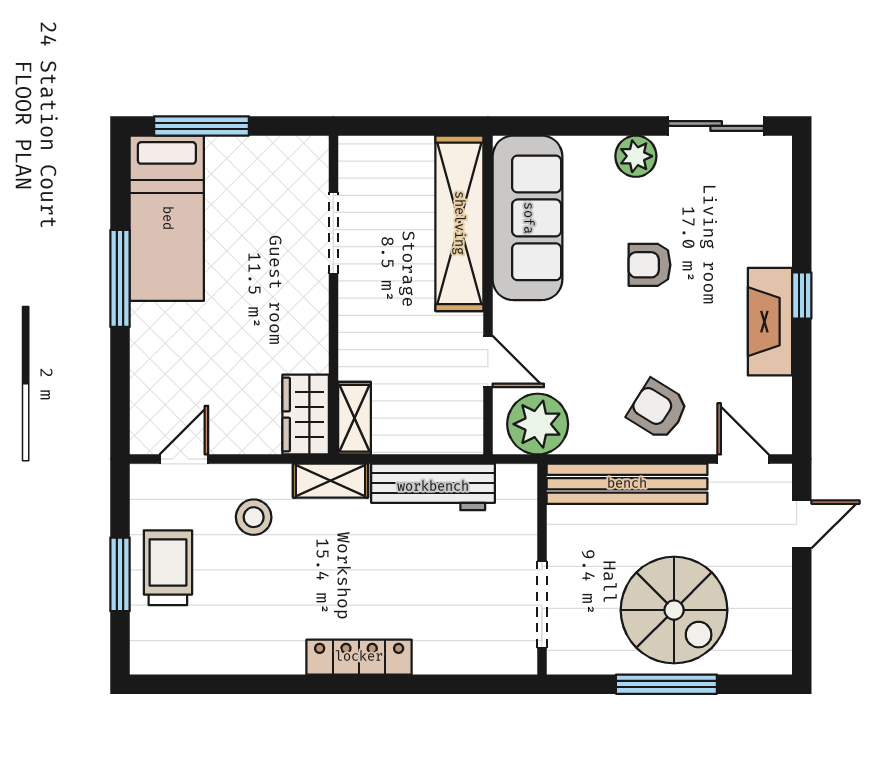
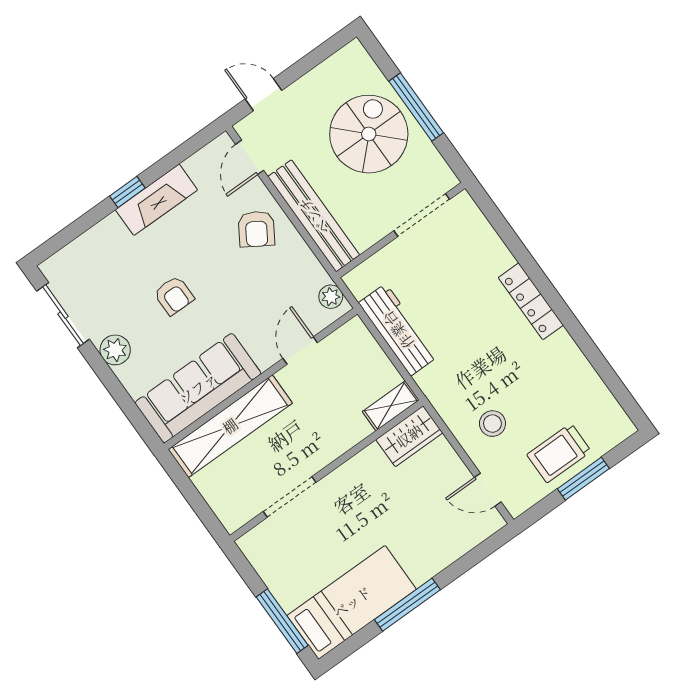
plant: (538, 424) -> (331, 297), width x0.53, depth x0.53
shelving: (331, 481) -> (438, 393), removed

